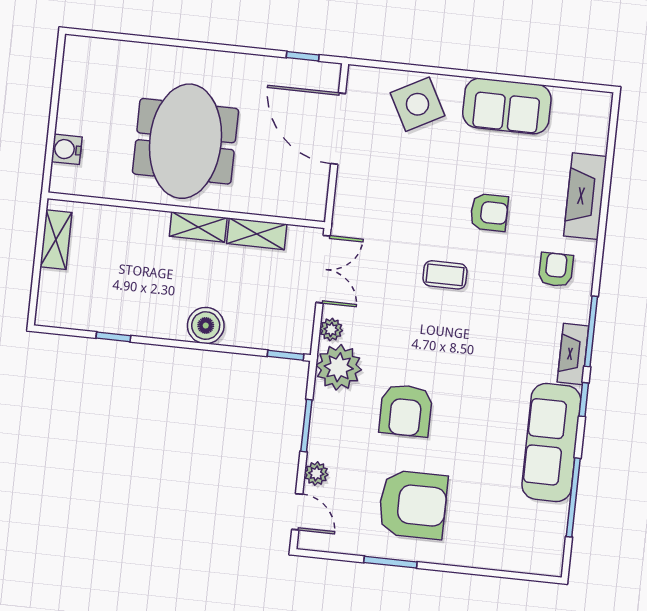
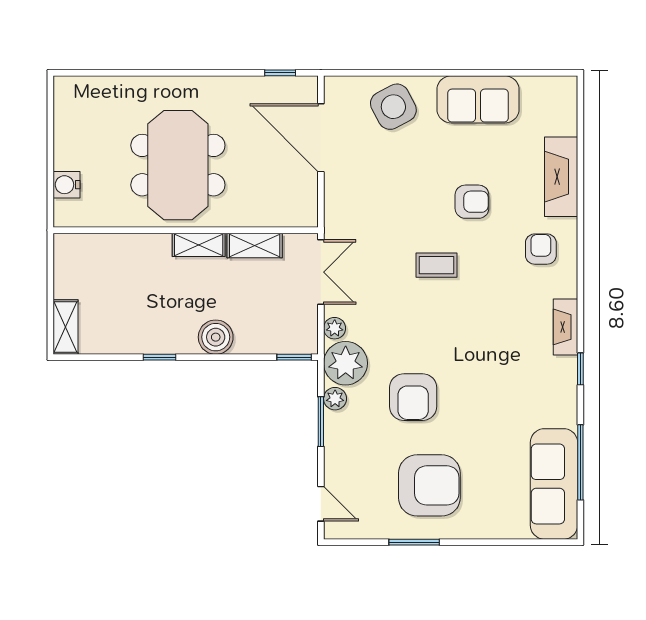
shelving: (56, 240) -> (66, 327), moved
window: (591, 331) -> (580, 304), removed
window: (113, 337) -> (159, 357), moved
sofa: (551, 442) -> (554, 484), moved
plant: (316, 473) -> (335, 399), moved

